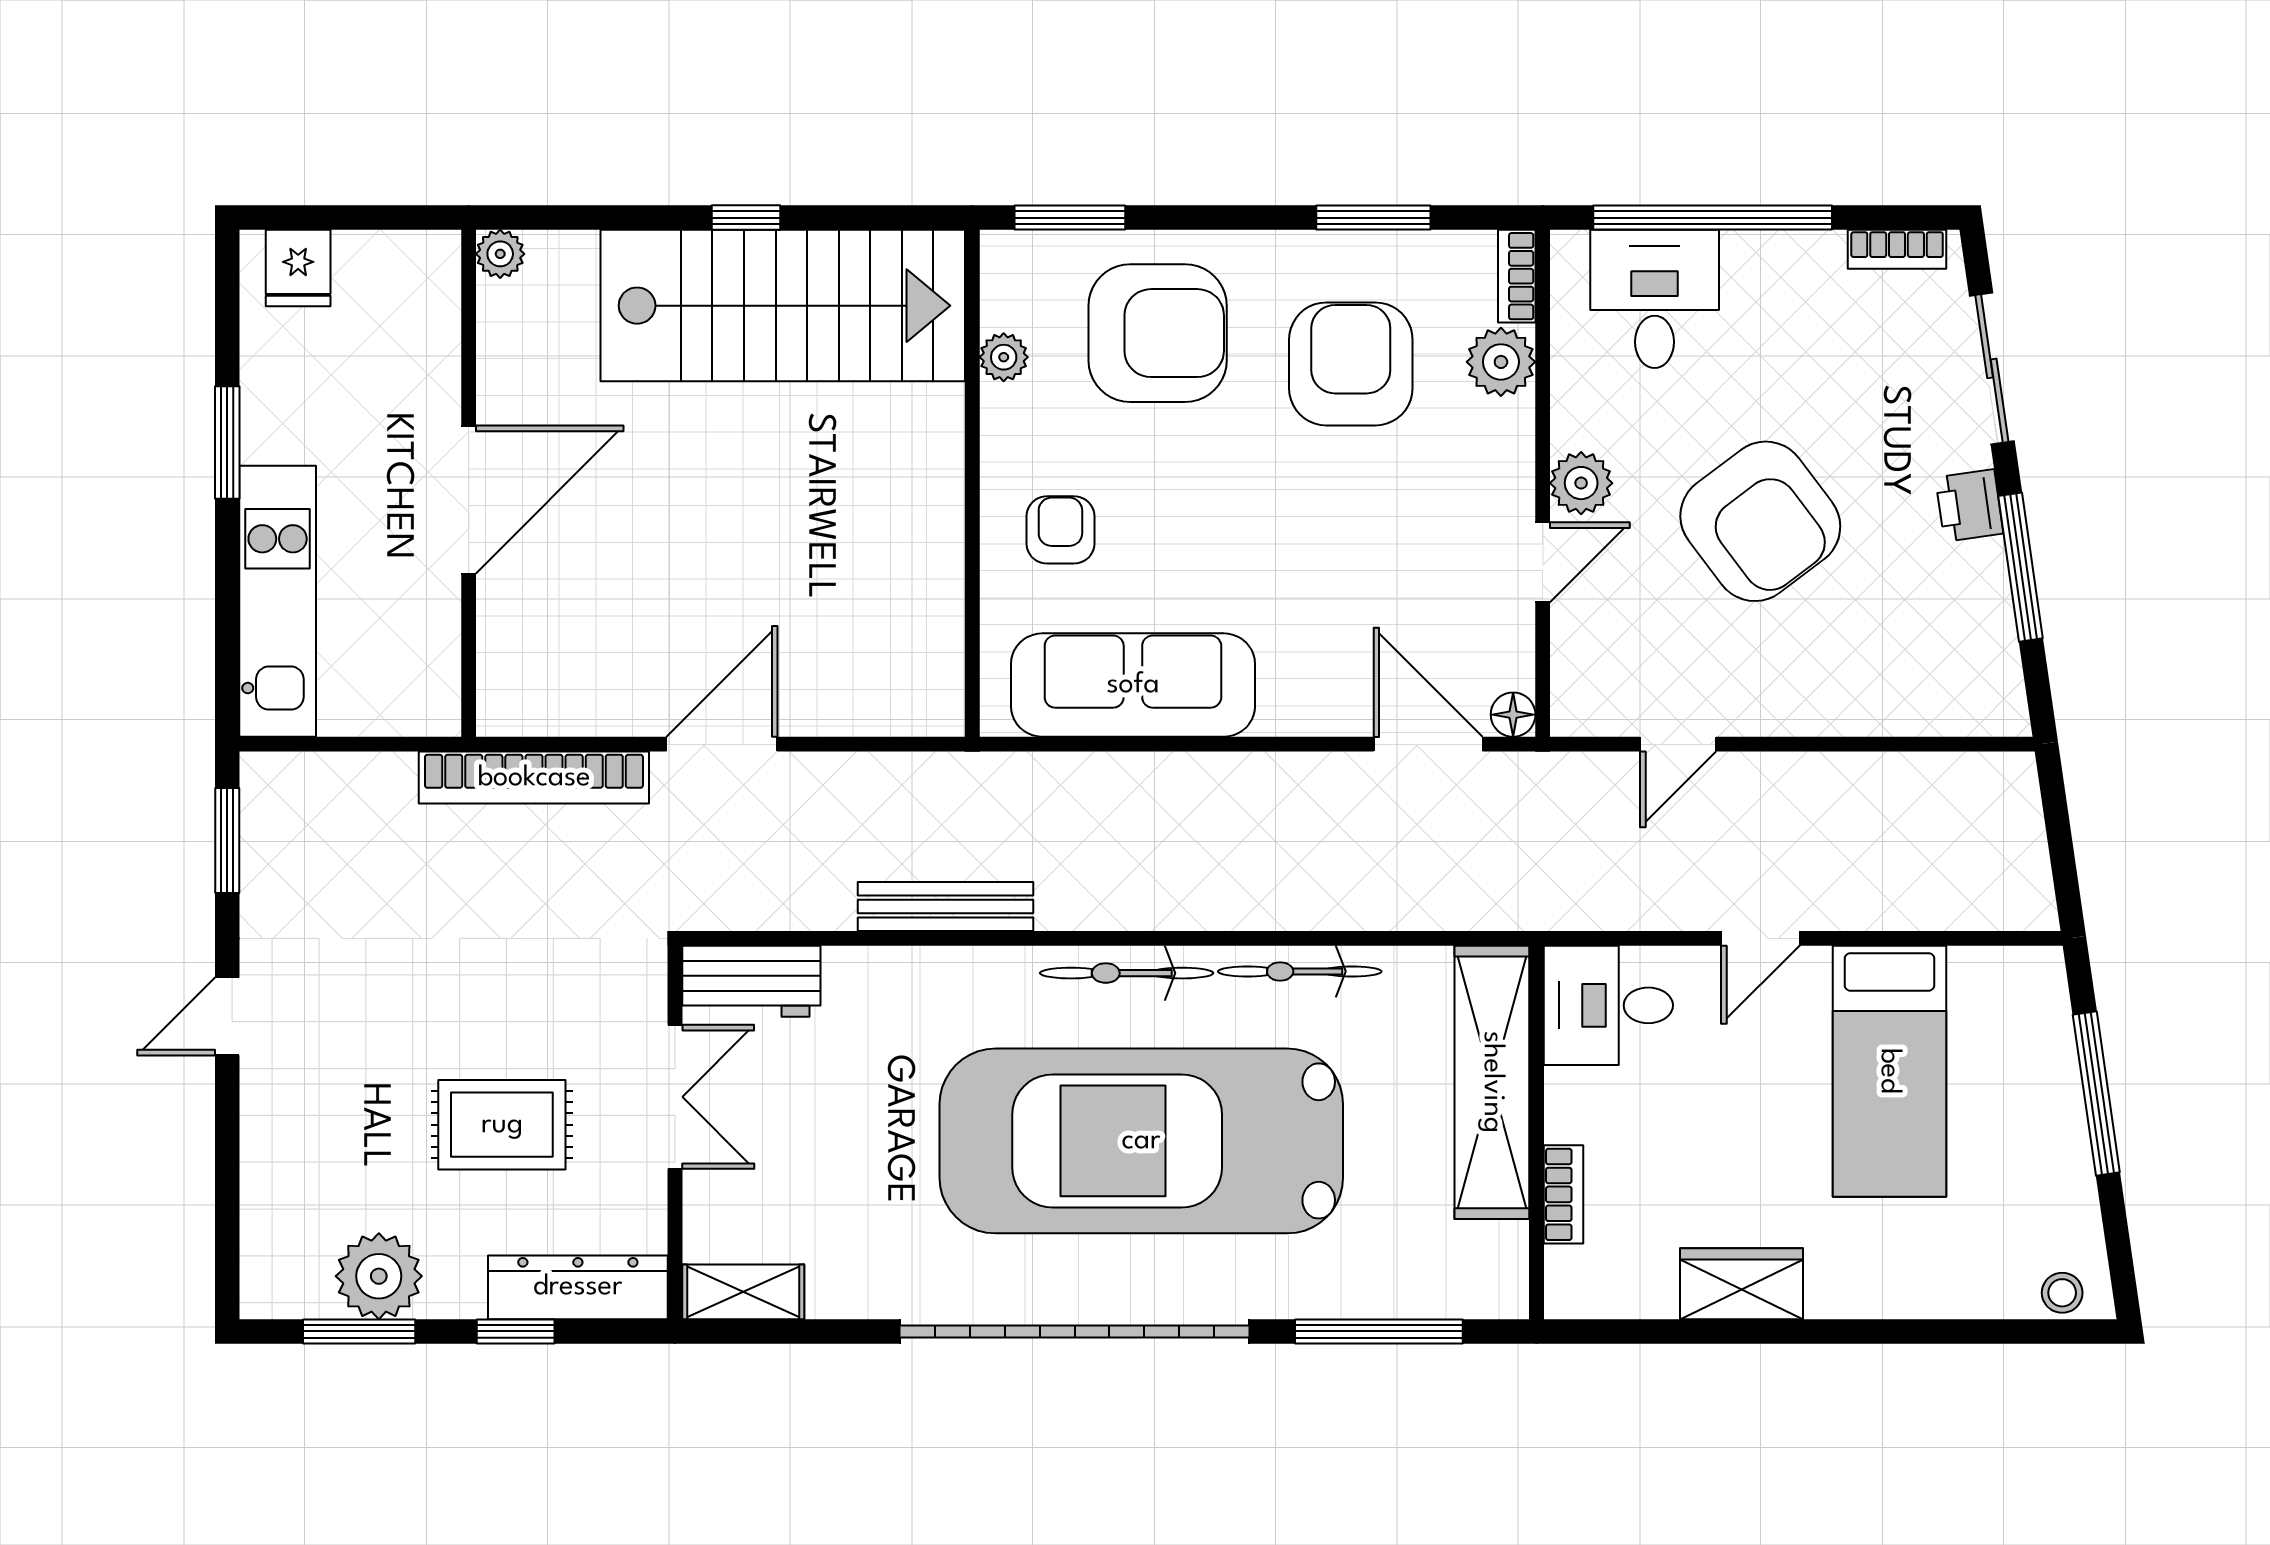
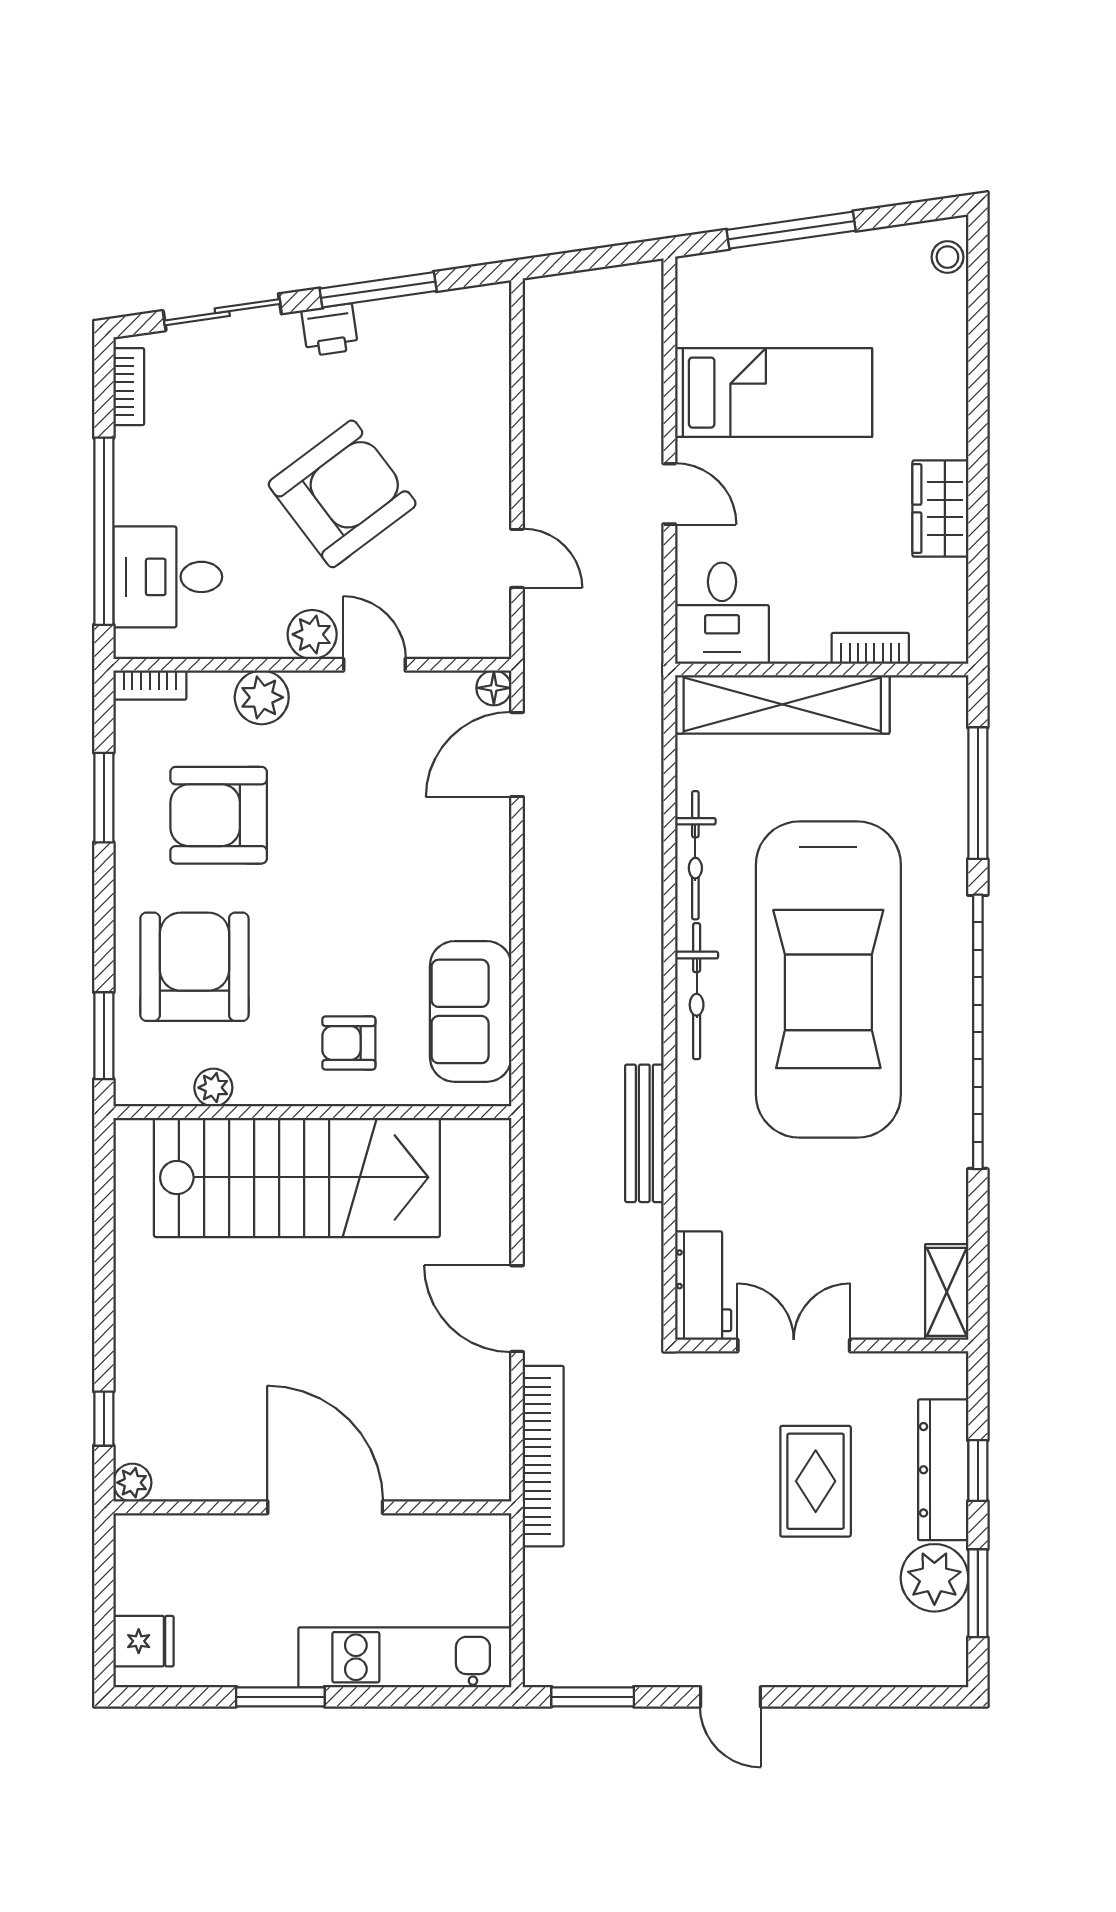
window: (746, 218) -> (104, 1419), moved
stairs: (783, 306) -> (297, 1177), moved, turned 90
plant: (1501, 362) -> (262, 697), moved
sofa: (1133, 685) -> (471, 1011), width x0.73
dresser: (578, 1287) -> (943, 1470), moved

